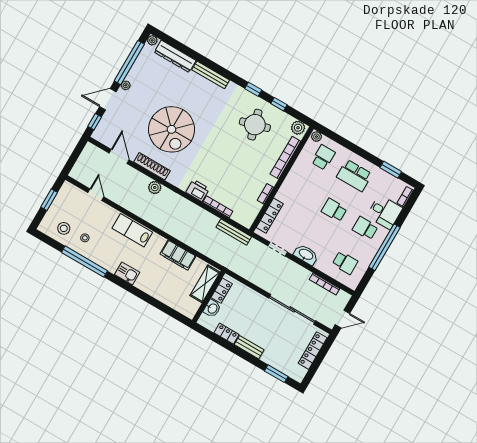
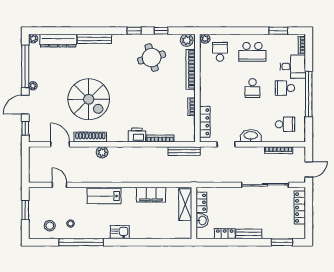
school desk: (334, 210) -> (252, 88), turned -90

